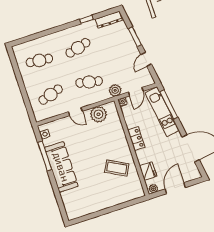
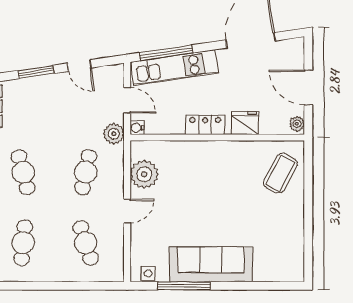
coffee table: (117, 168) -> (280, 173), moved
fridge: (148, 171) -> (245, 123), moved

